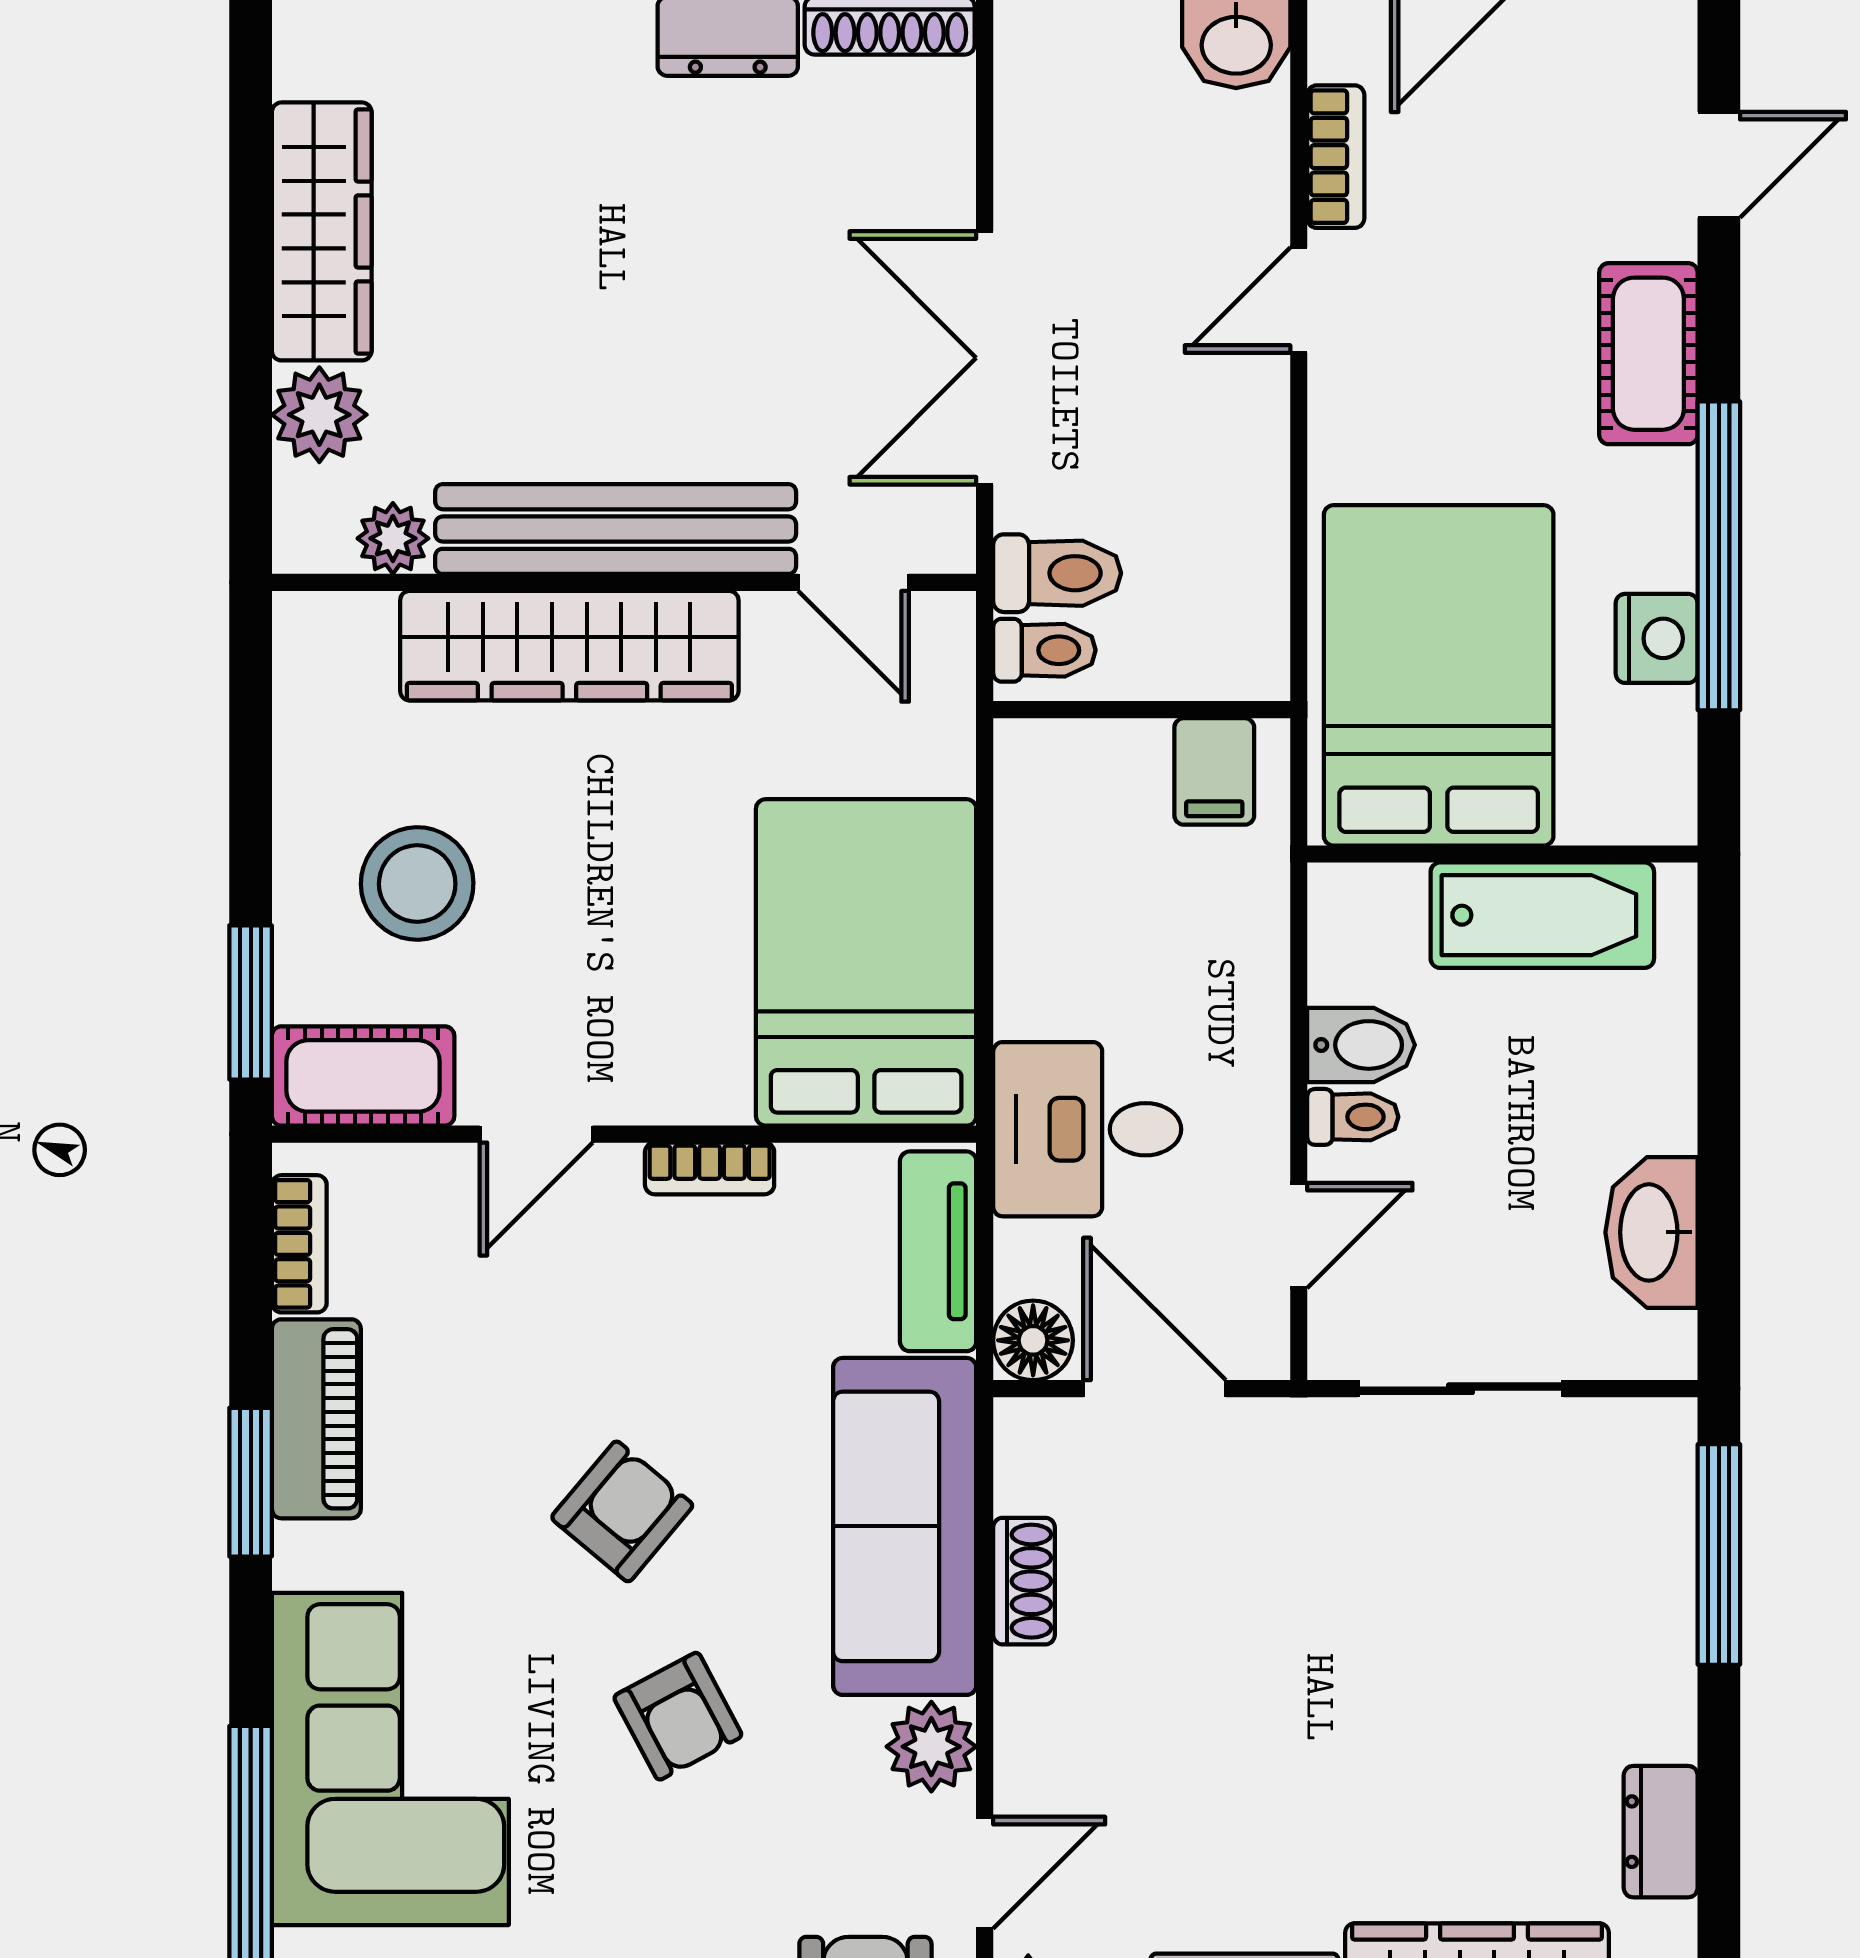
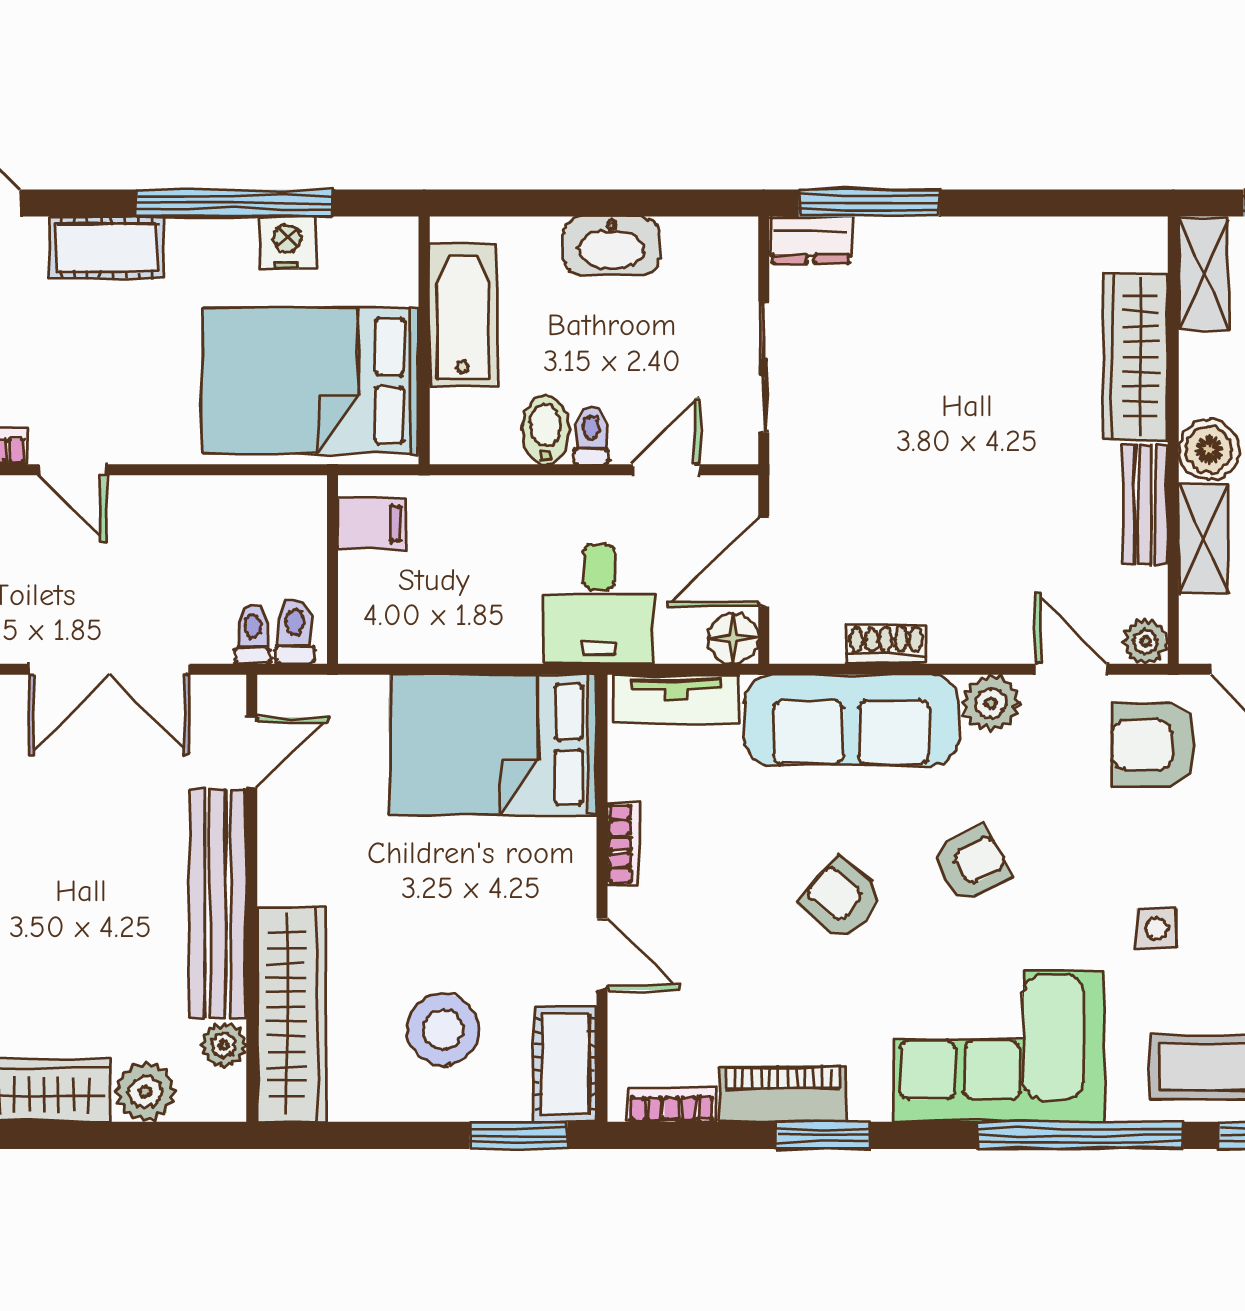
toilet: (1057, 573) -> (252, 634), width x0.73, depth x0.72
wardrobe: (569, 646) -> (292, 1014), moved
washbasin: (1652, 1232) -> (611, 246), moved
door: (1299, 1235) -> (666, 470), hinge flipped
dresser: (1661, 1832) -> (811, 240), moved

